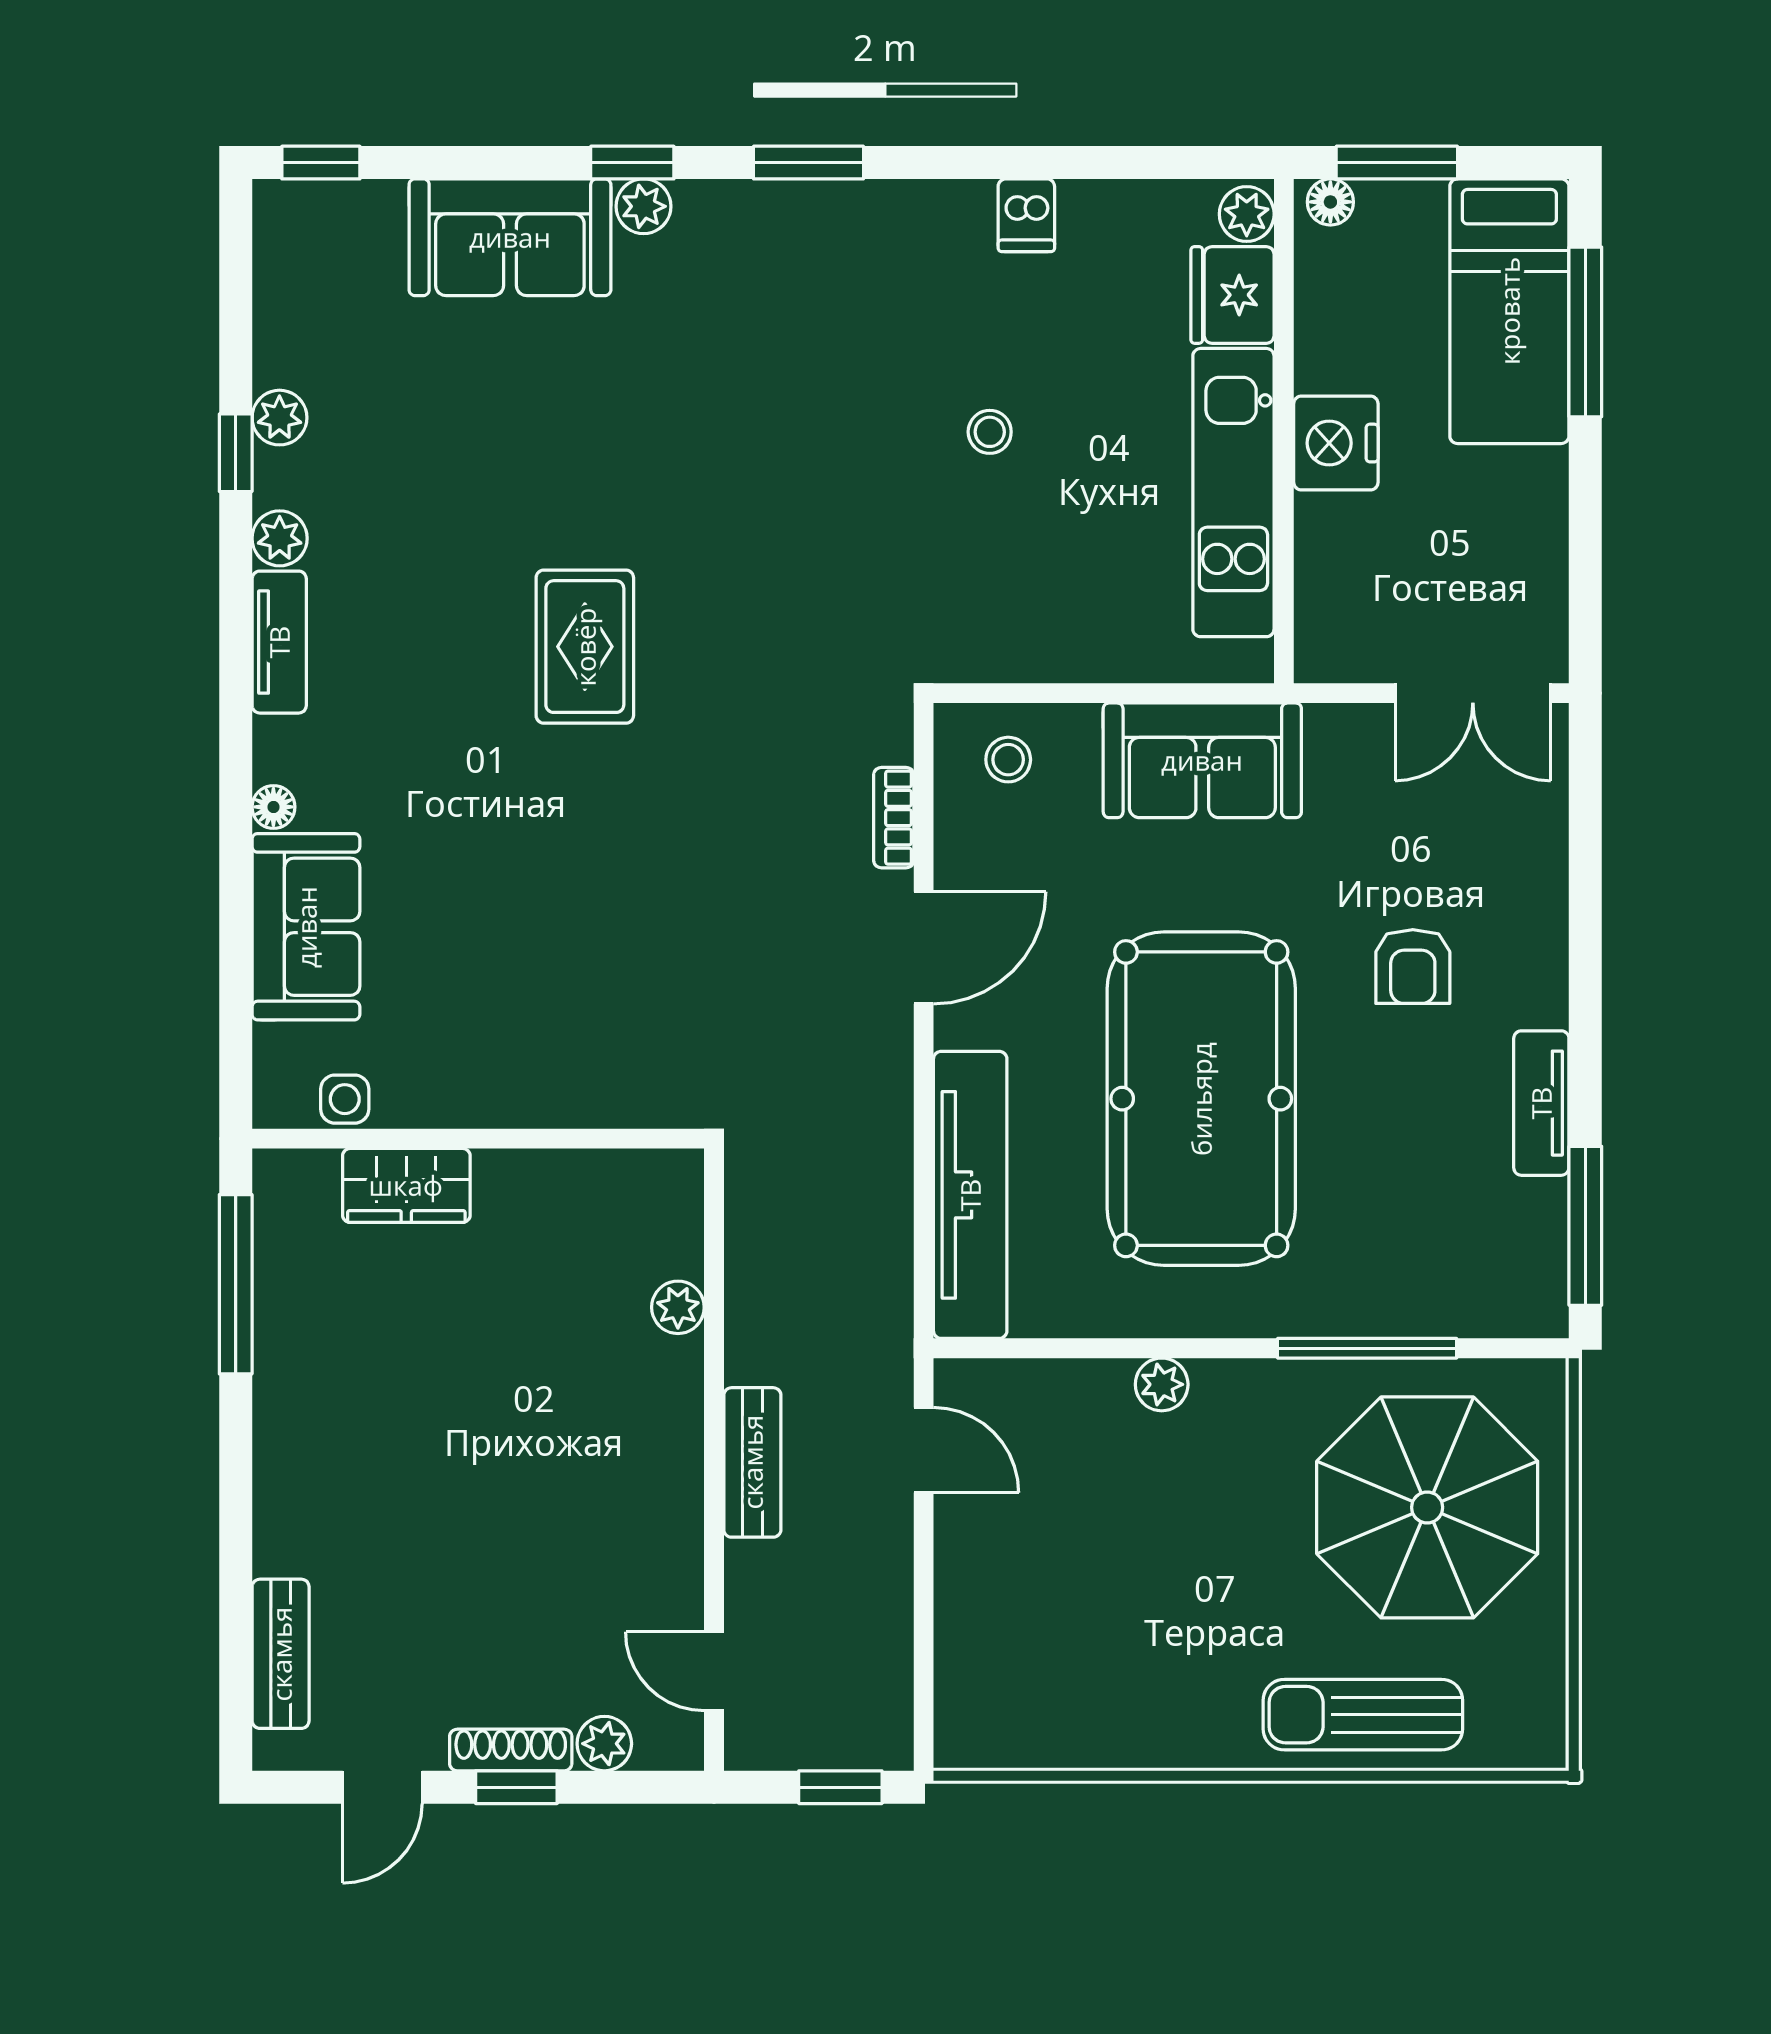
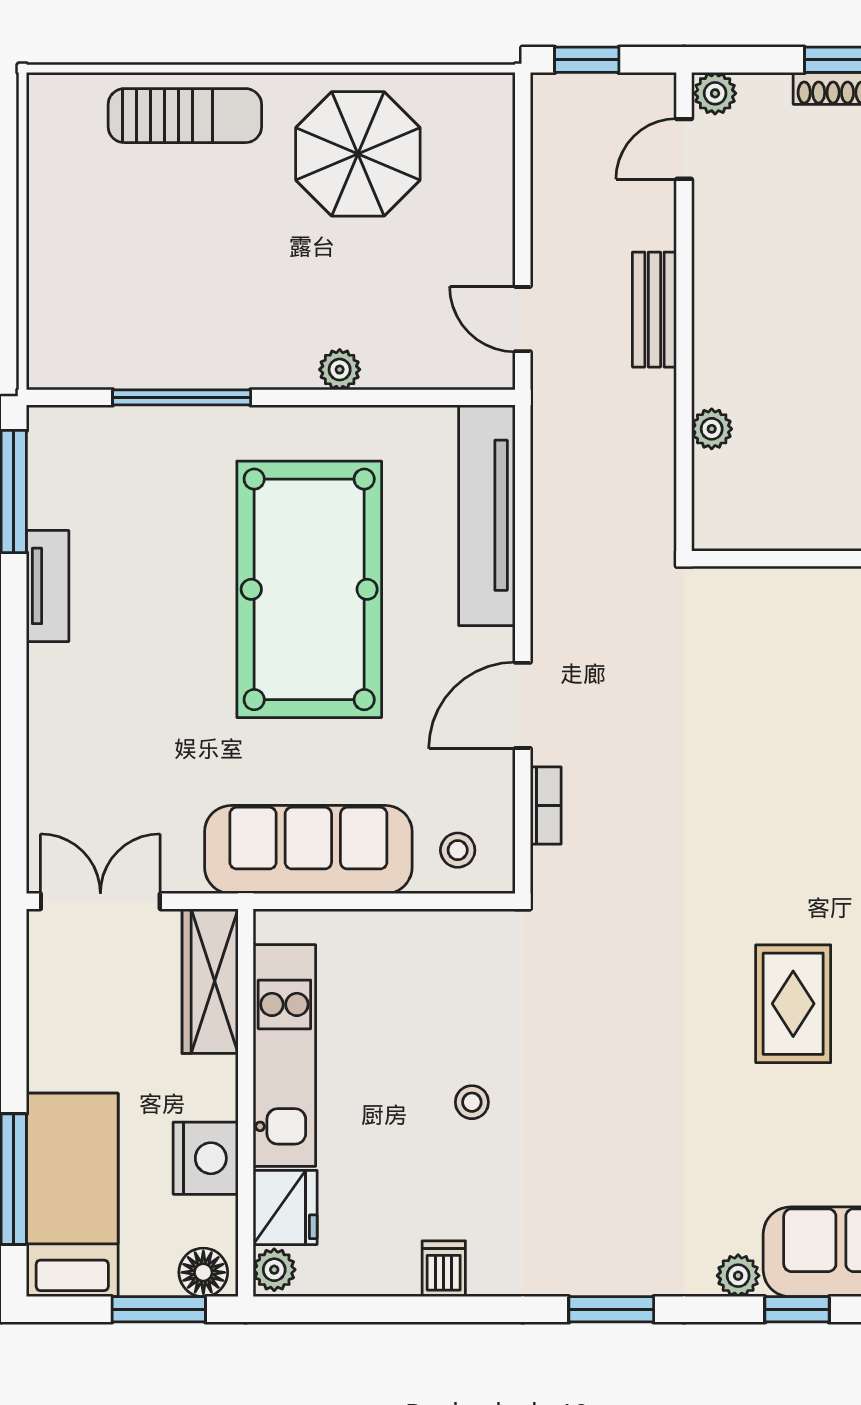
window: (632, 163) -> (797, 1309), moved
floor lamp: (1330, 202) -> (203, 1272), width x1.37, depth x1.37
nightstand: (1336, 443) -> (206, 1158), moved
wardrobe: (1330, 589) -> (210, 981), added
rug: (585, 647) -> (793, 1004), moved
sofa: (1202, 760) -> (308, 850), width x1.36
armchair: (1413, 966) -> (146, 691), removed
parasol: (1427, 1507) -> (358, 154), moved, width x0.73, depth x0.73
door: (714, 1671) -> (684, 149), swing flipped
plant: (604, 1744) -> (715, 93), moved

